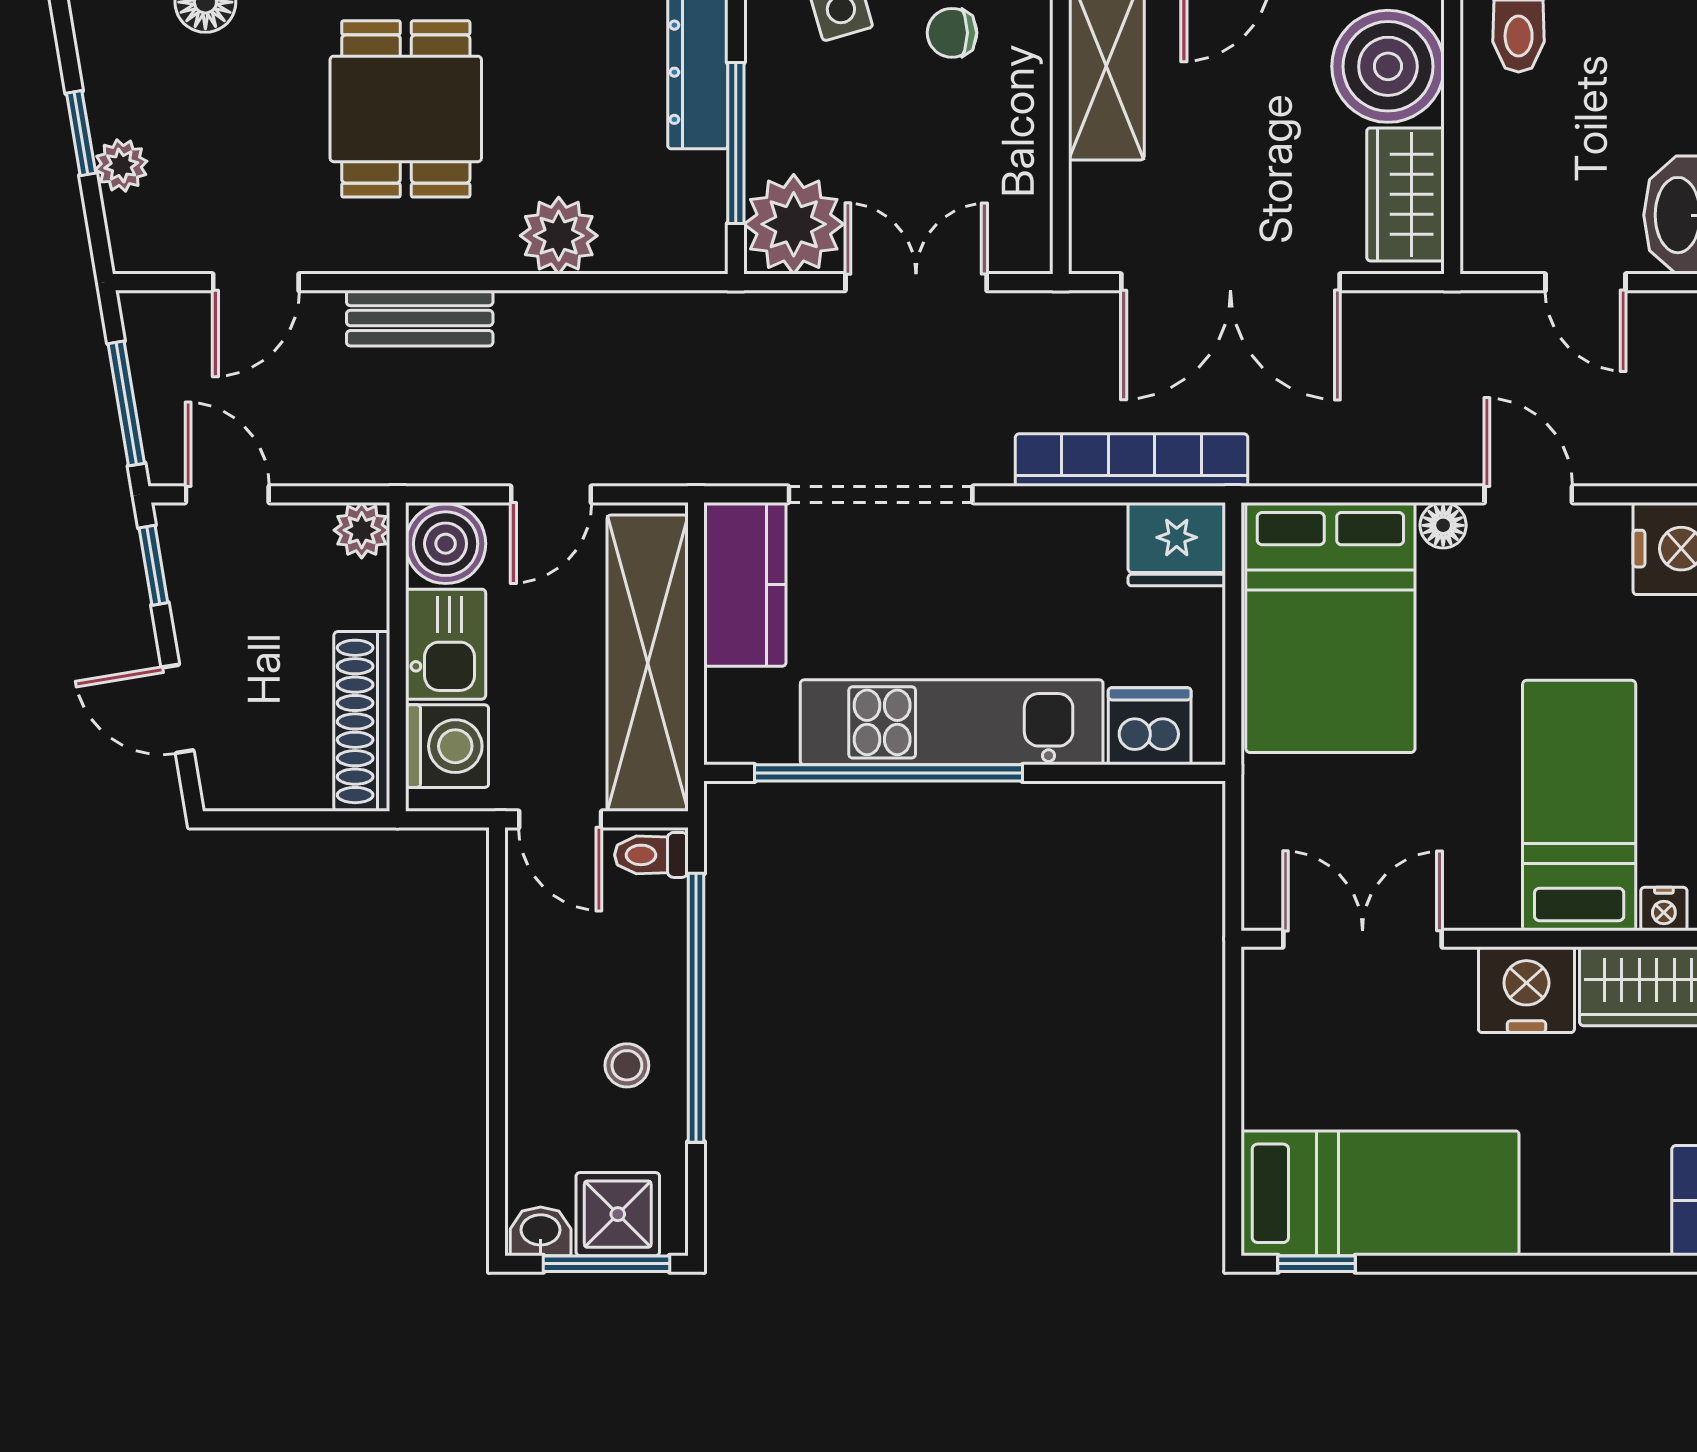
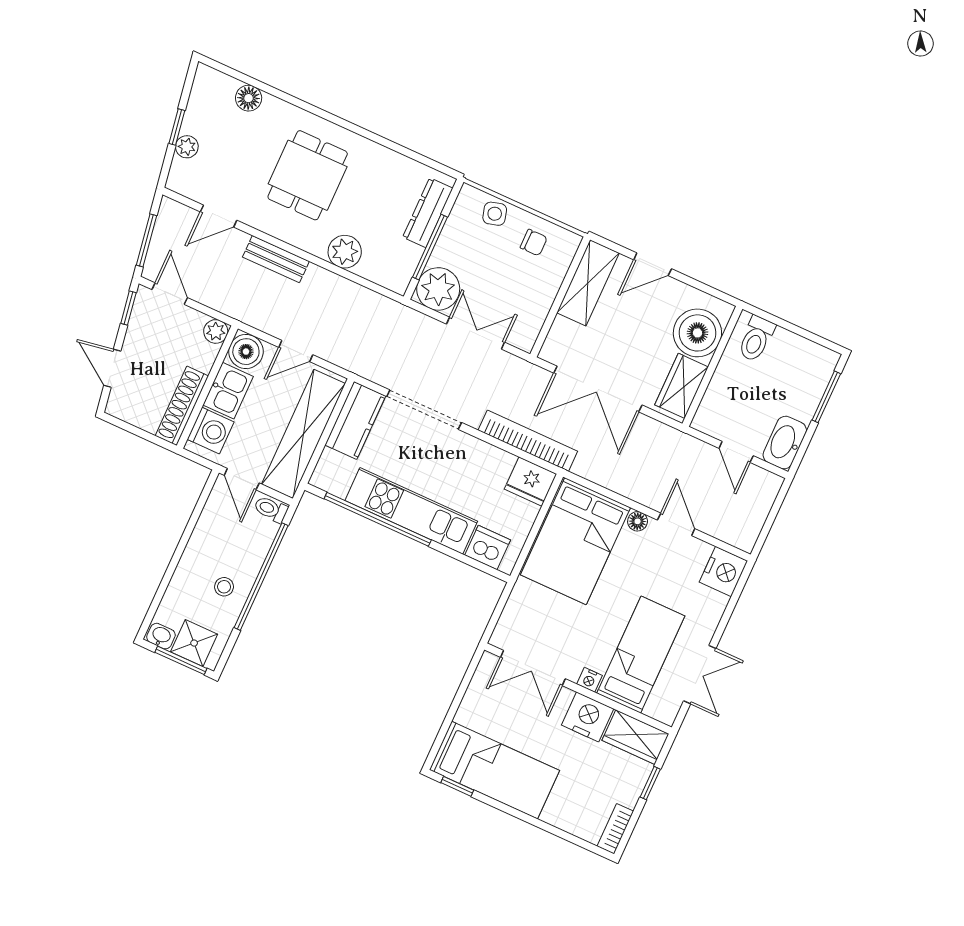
chair: (952, 33) -> (534, 243), turned 180
nightstand: (1664, 909) -> (589, 680), moved
double door: (1363, 939) -> (533, 668), swing flipped

